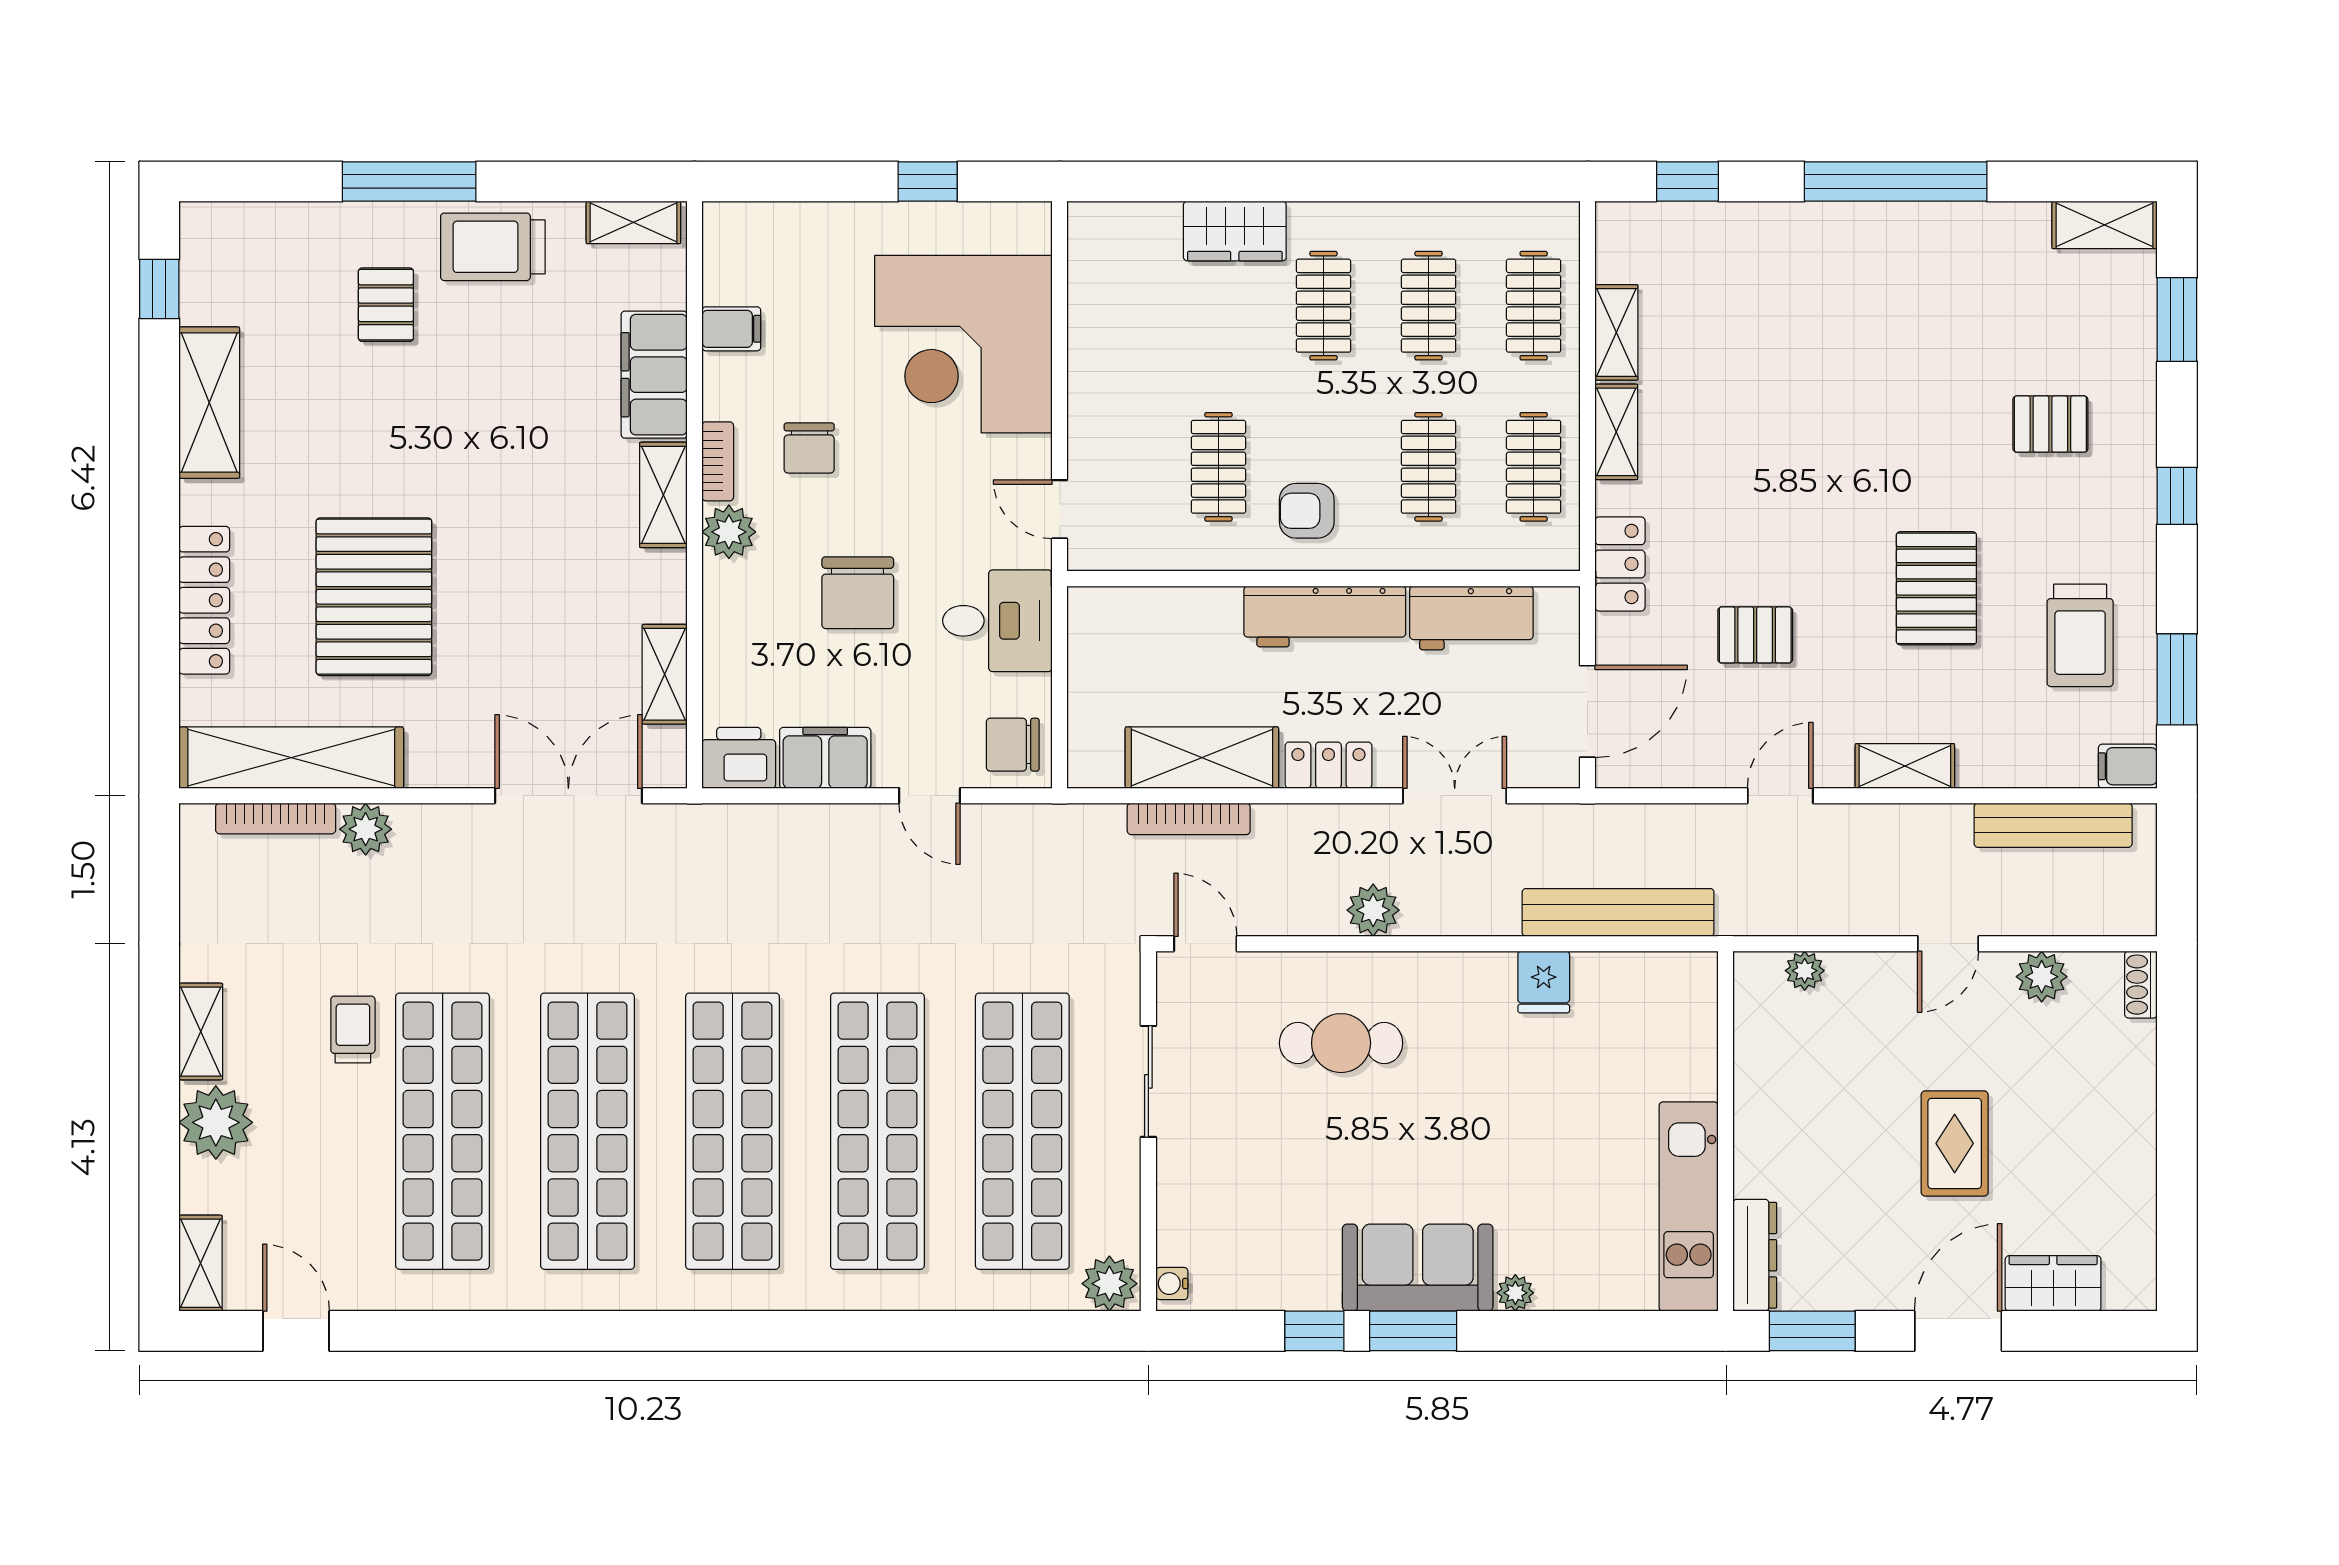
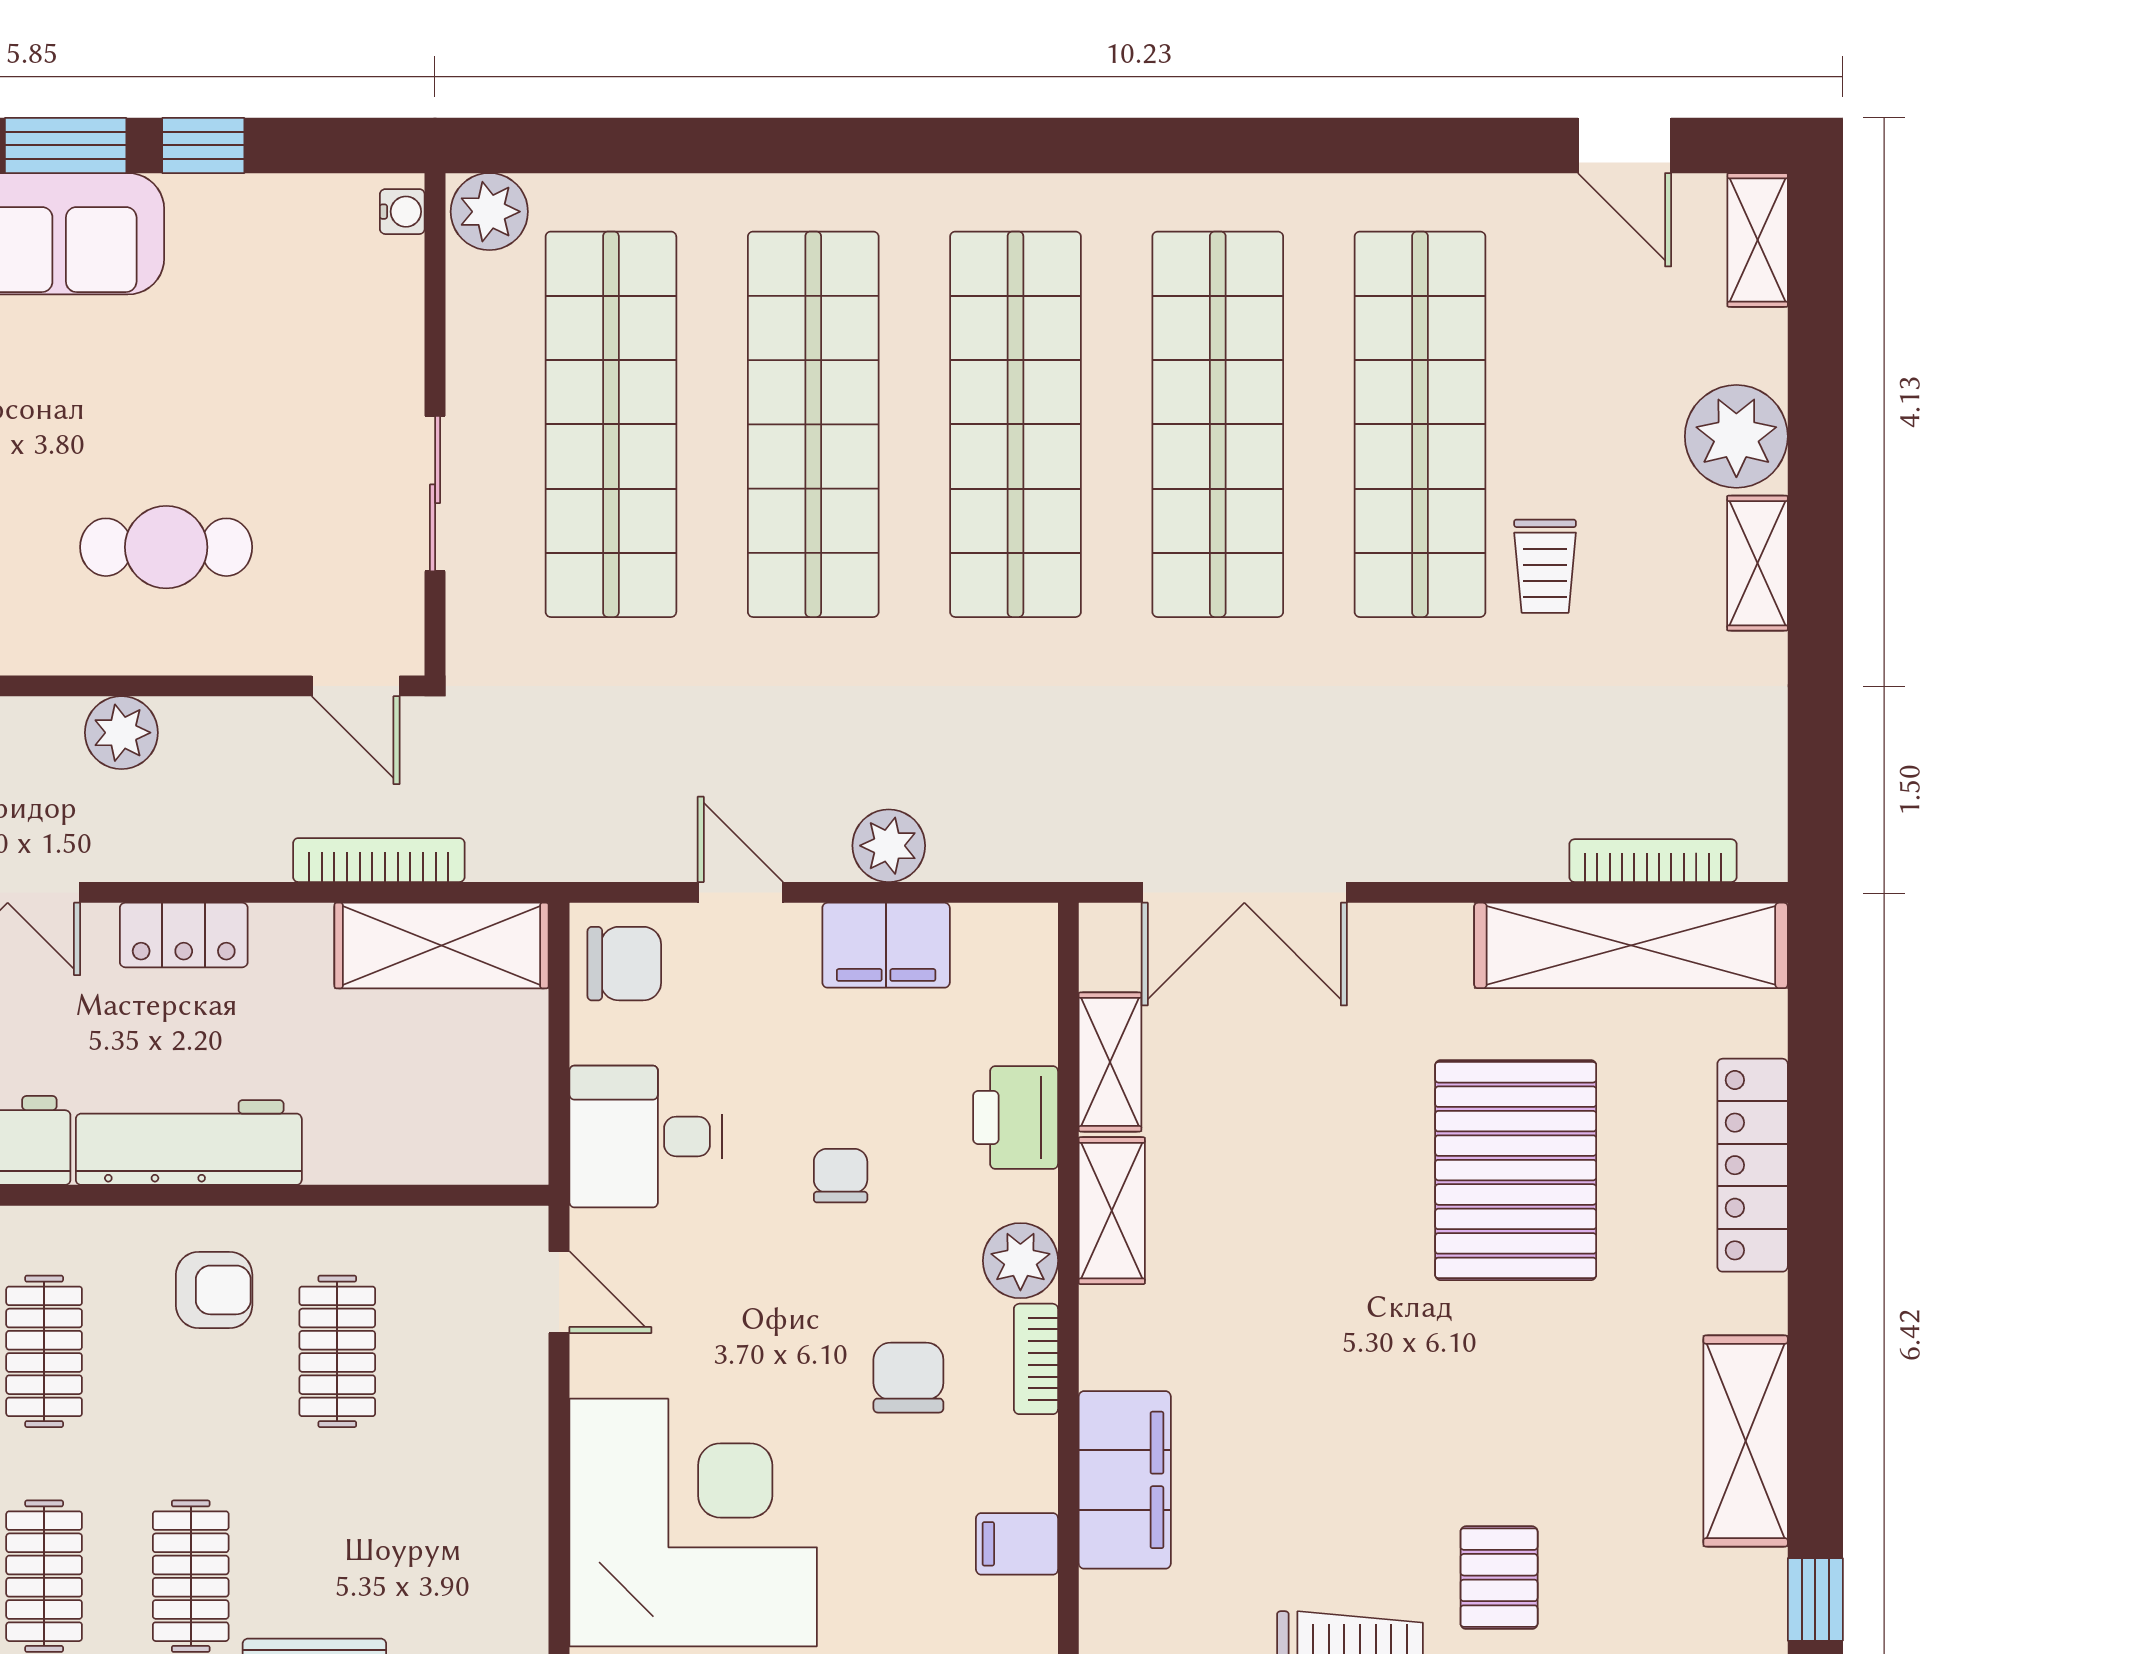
shelving: (663, 495) -> (1112, 1211), moved
chair: (858, 593) -> (841, 1176), width x0.54, depth x0.54
printer: (739, 758) -> (1016, 1117), moved, turned 90
shelving: (1202, 758) -> (441, 946), moved
plant: (366, 829) -> (889, 846), moved

